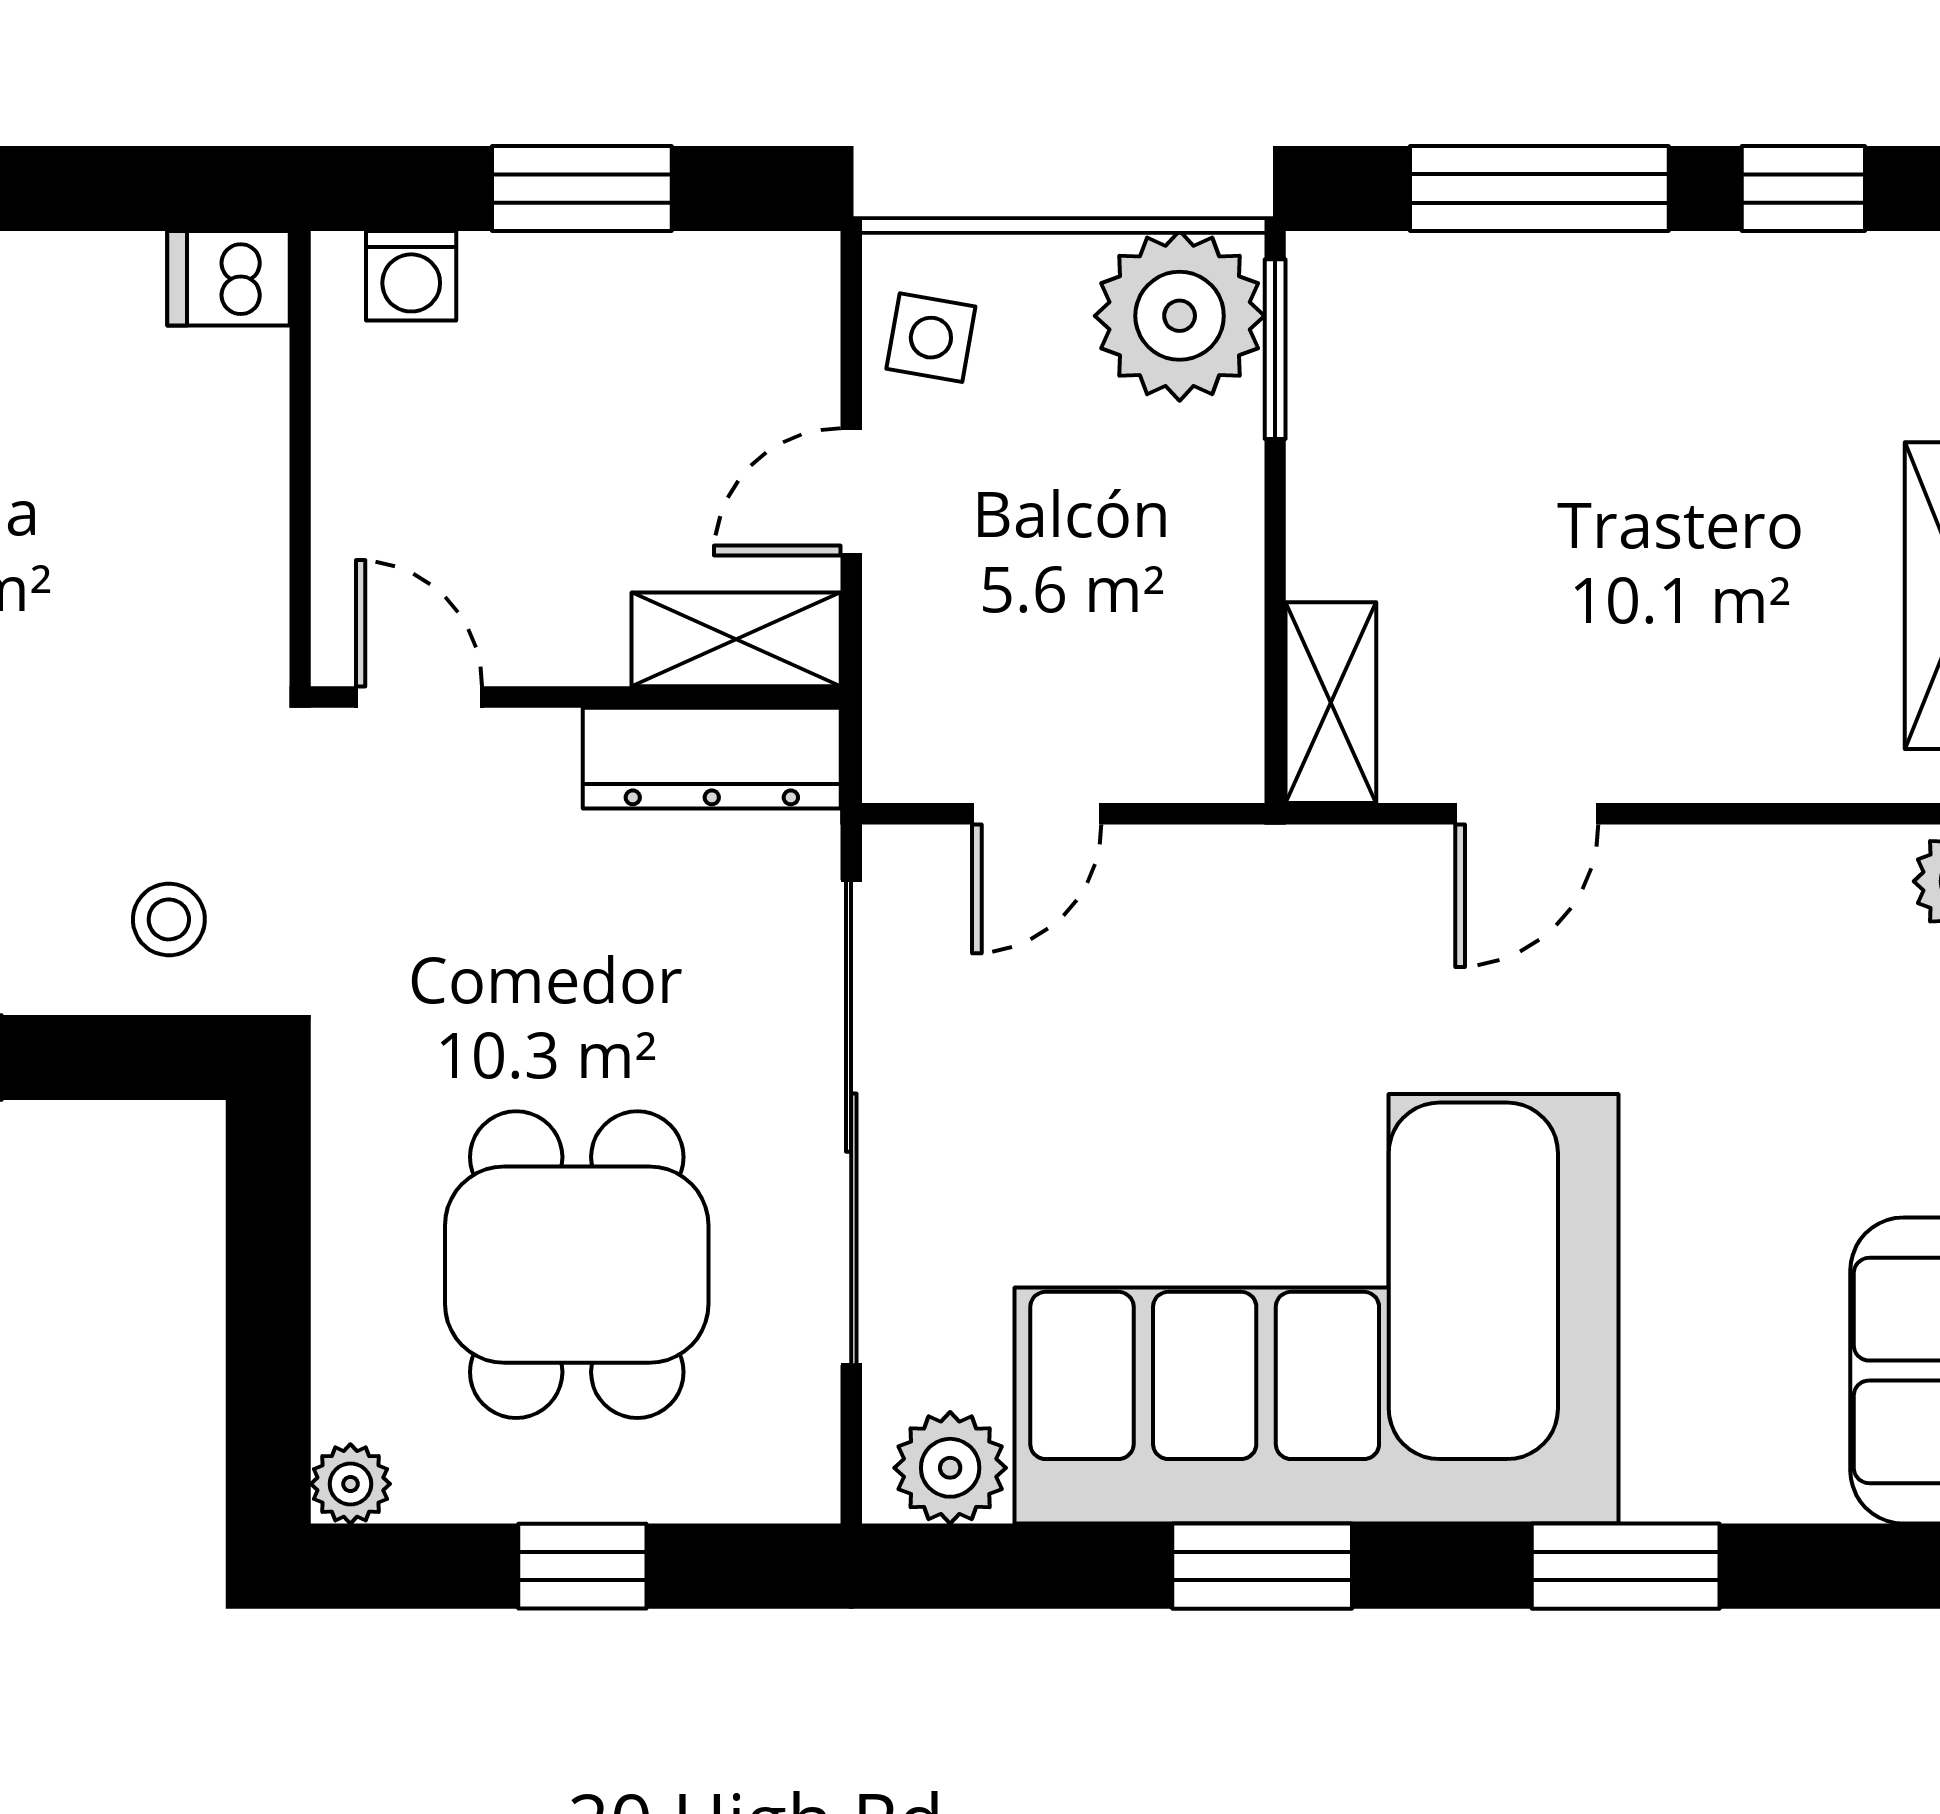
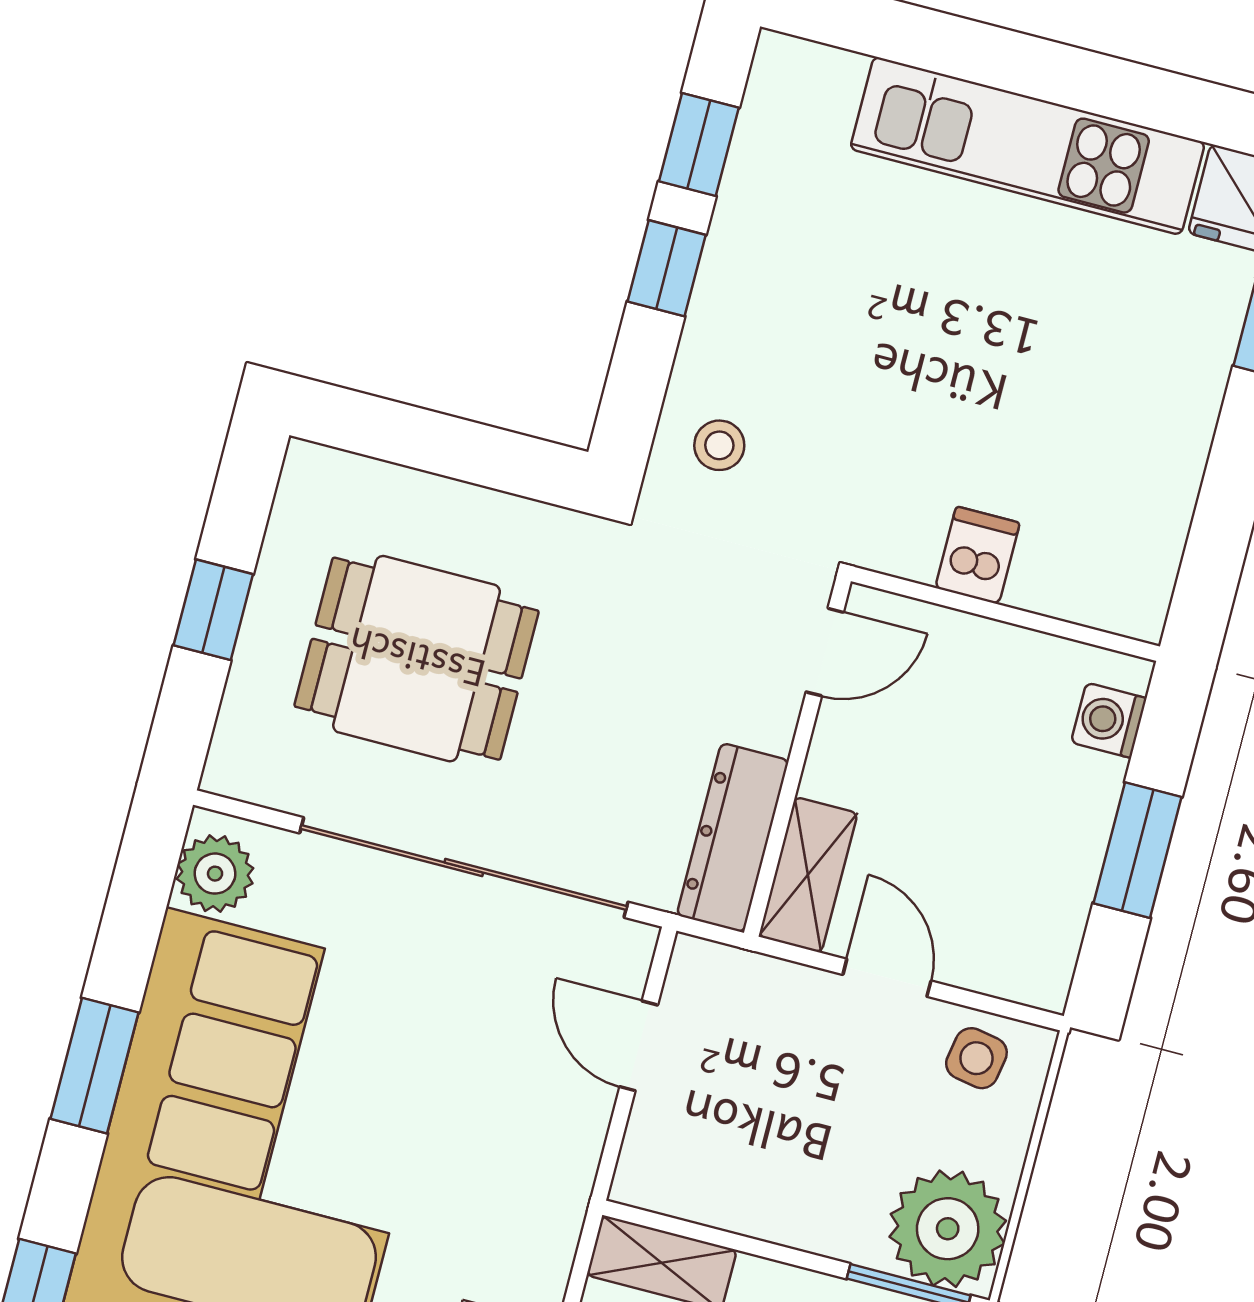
dishwasher: (228, 278) -> (977, 555), moved
plant: (350, 1484) -> (309, 469), removed

